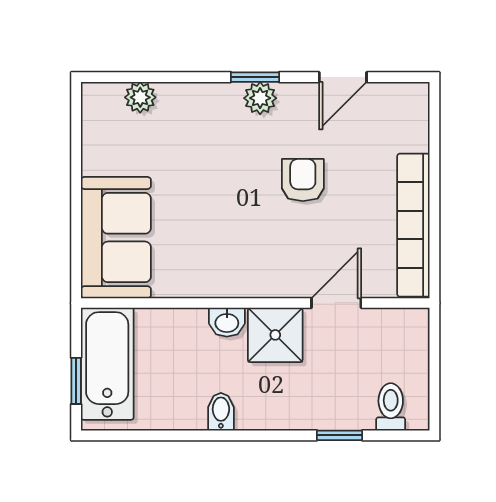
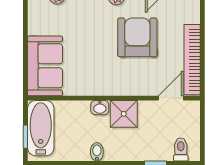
armchair: (303, 180) -> (137, 37), width x1.88, depth x1.88
door: (336, 303) -> (171, 98), moved

